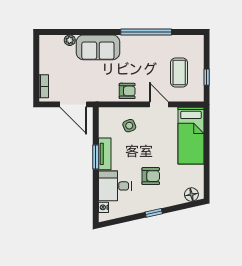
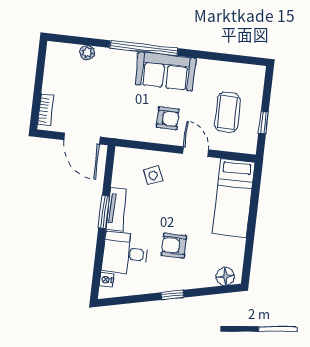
window: (146, 32) -> (144, 48), moved
sofa: (98, 47) -> (166, 71), moved
armchair: (127, 91) -> (168, 118), moved
armchair: (151, 176) -> (174, 246), turned 180

